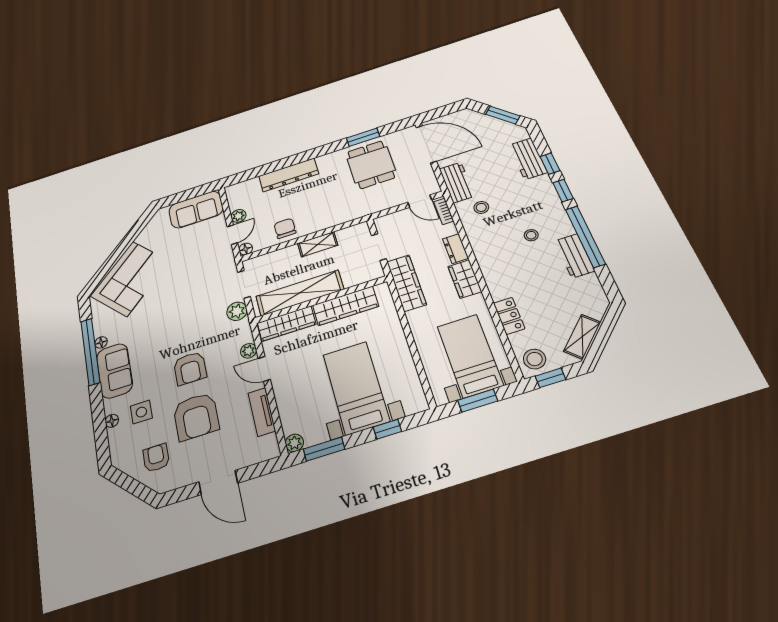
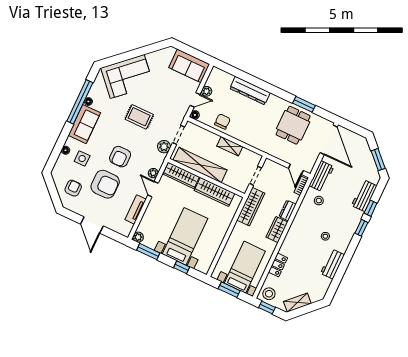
window: (585, 236) -> (346, 259), removed
rug: (179, 306) -> (139, 117), added
armchair: (196, 416) -> (105, 184), turned -90

